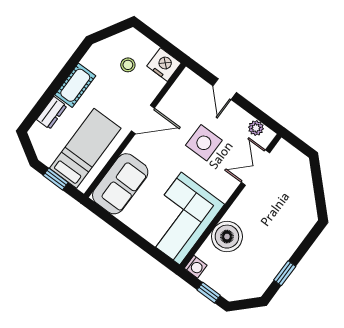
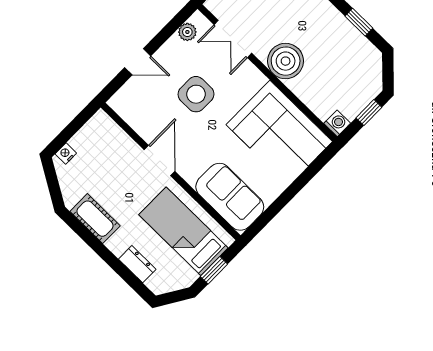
stool: (128, 65) -> (94, 169), removed
nightstand: (164, 65) -> (66, 154), moved, width x0.53, depth x0.56
cot: (75, 85) -> (95, 219), moved
boiler: (227, 237) -> (286, 61), moved

